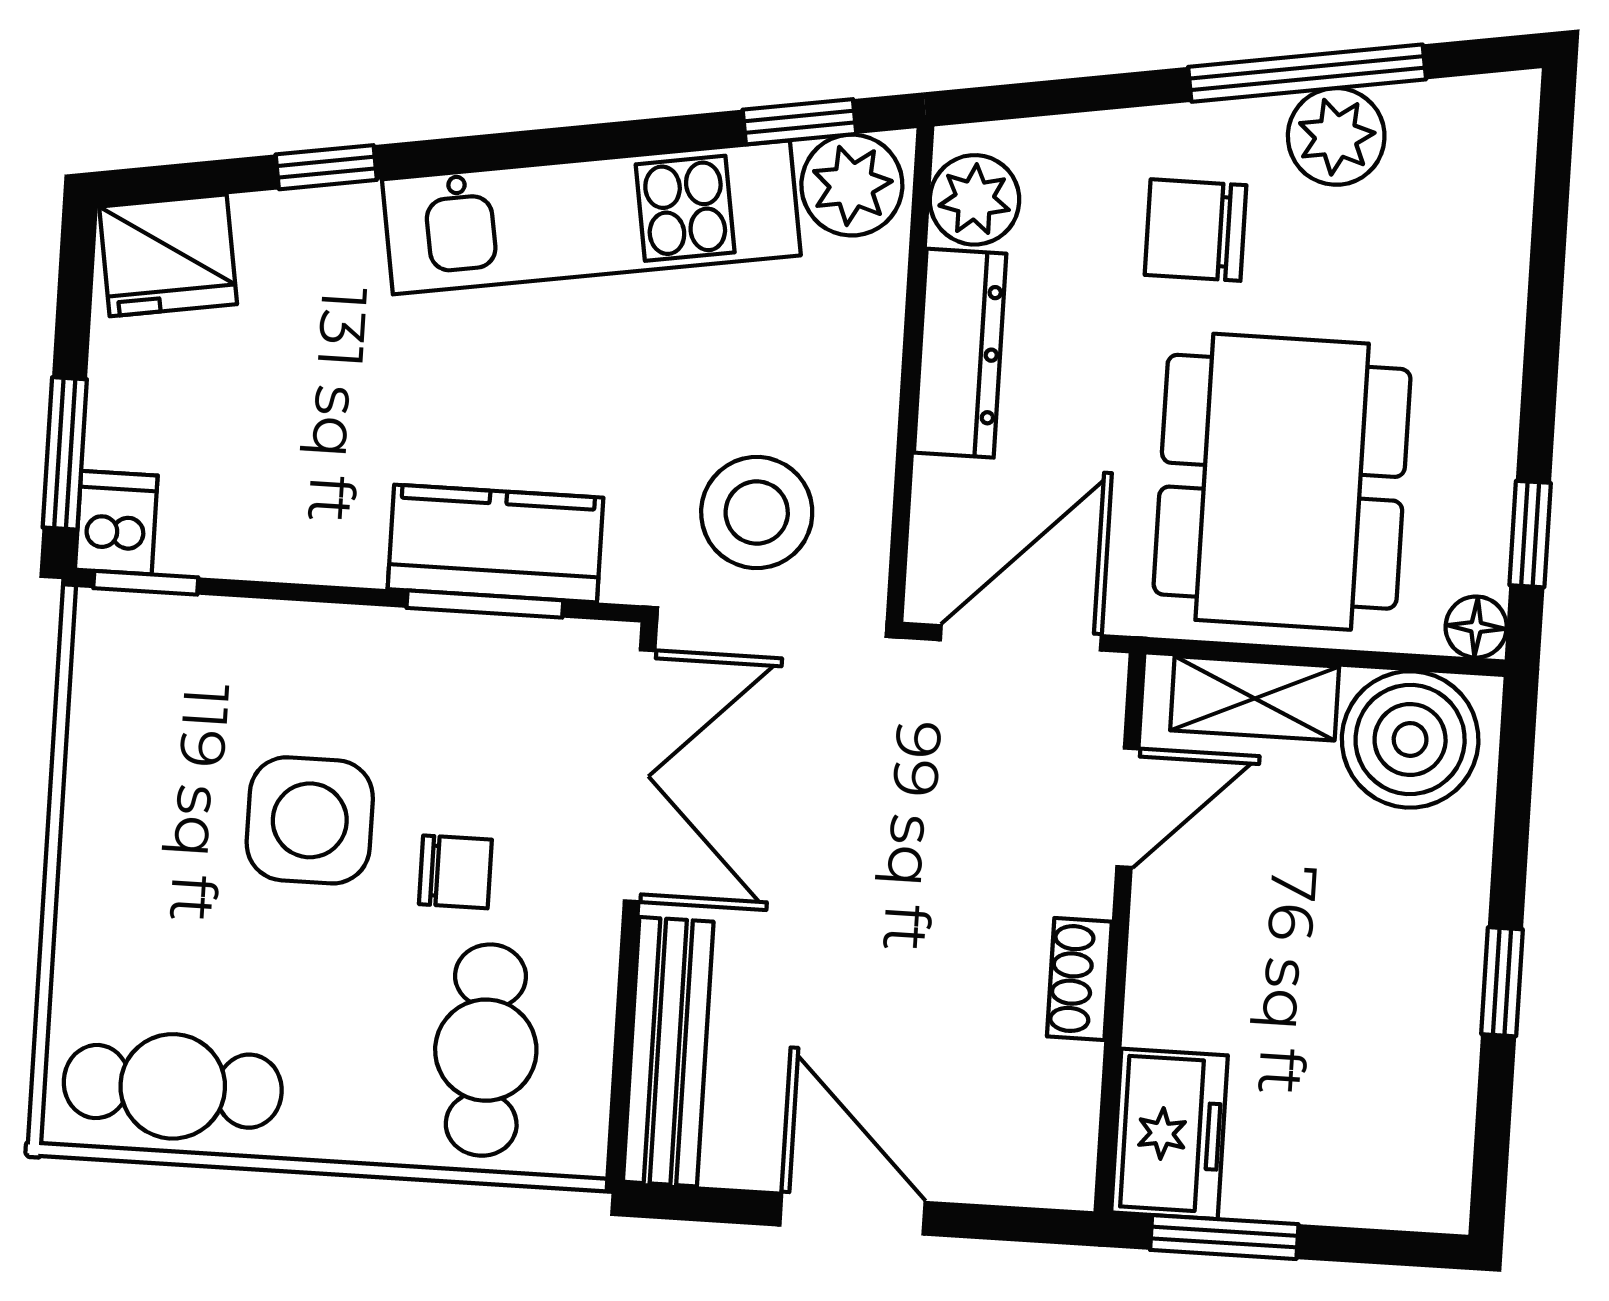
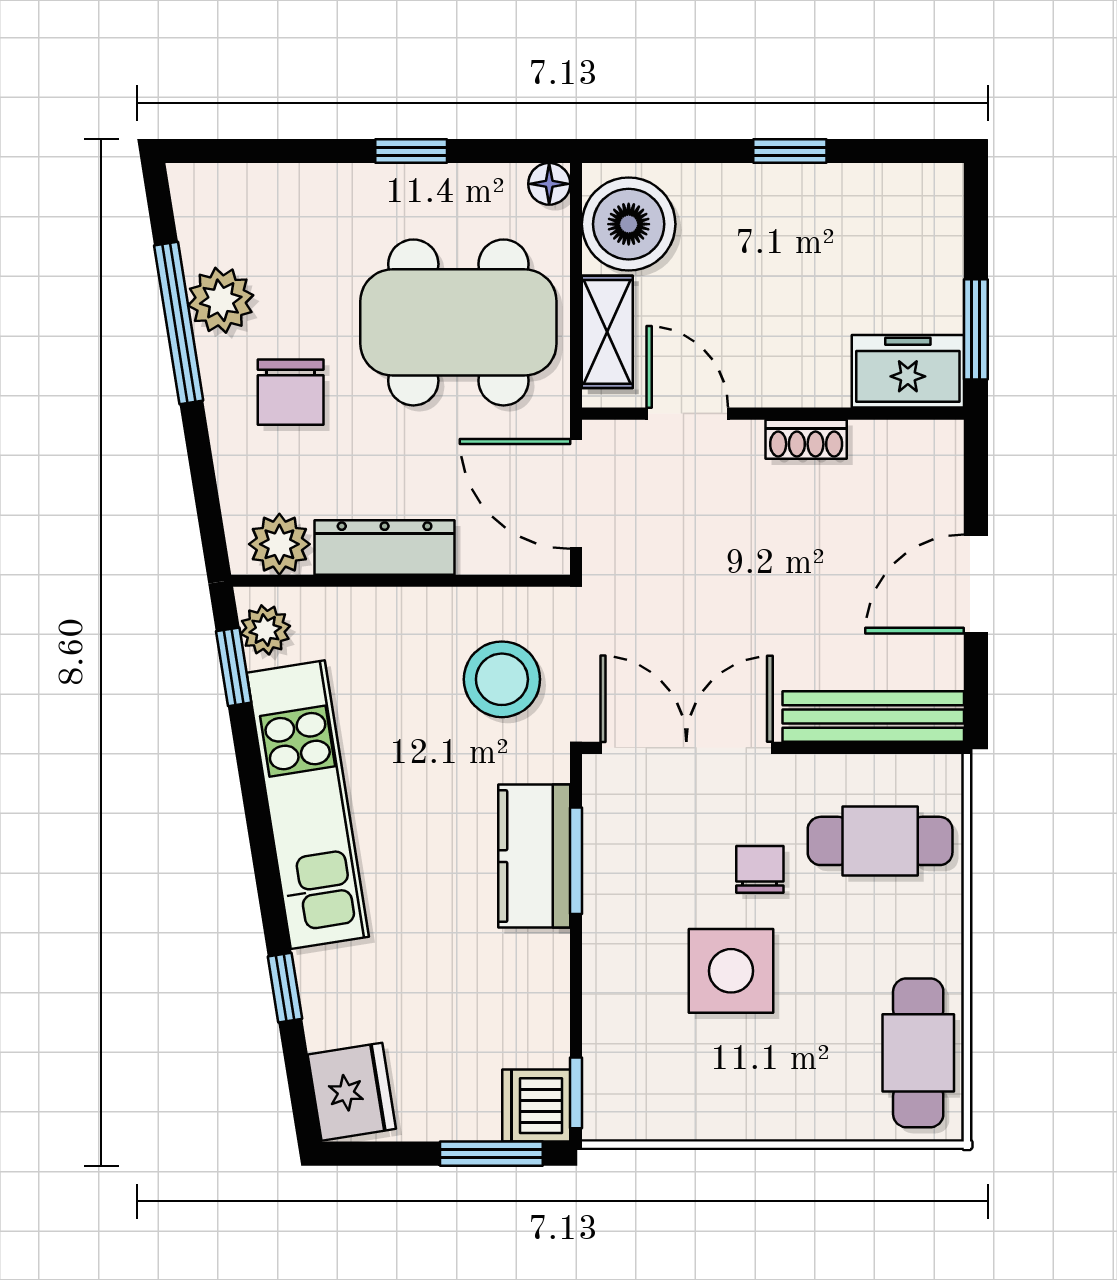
plant: (852, 185) -> (265, 630), width x0.73, depth x0.73
dishwasher: (116, 523) -> (536, 1106), width x1.38
window: (1530, 534) -> (411, 151), moved

